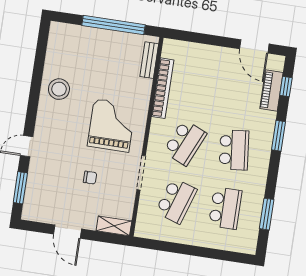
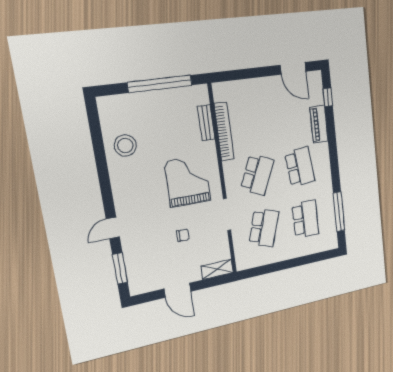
bench: (149, 60) -> (206, 123), moved
stool: (59, 89) -> (125, 146), moved
piano: (271, 90) -> (319, 124), moved
window: (278, 136) -> (332, 142), removed
window: (267, 214) -> (339, 212), width x1.44

